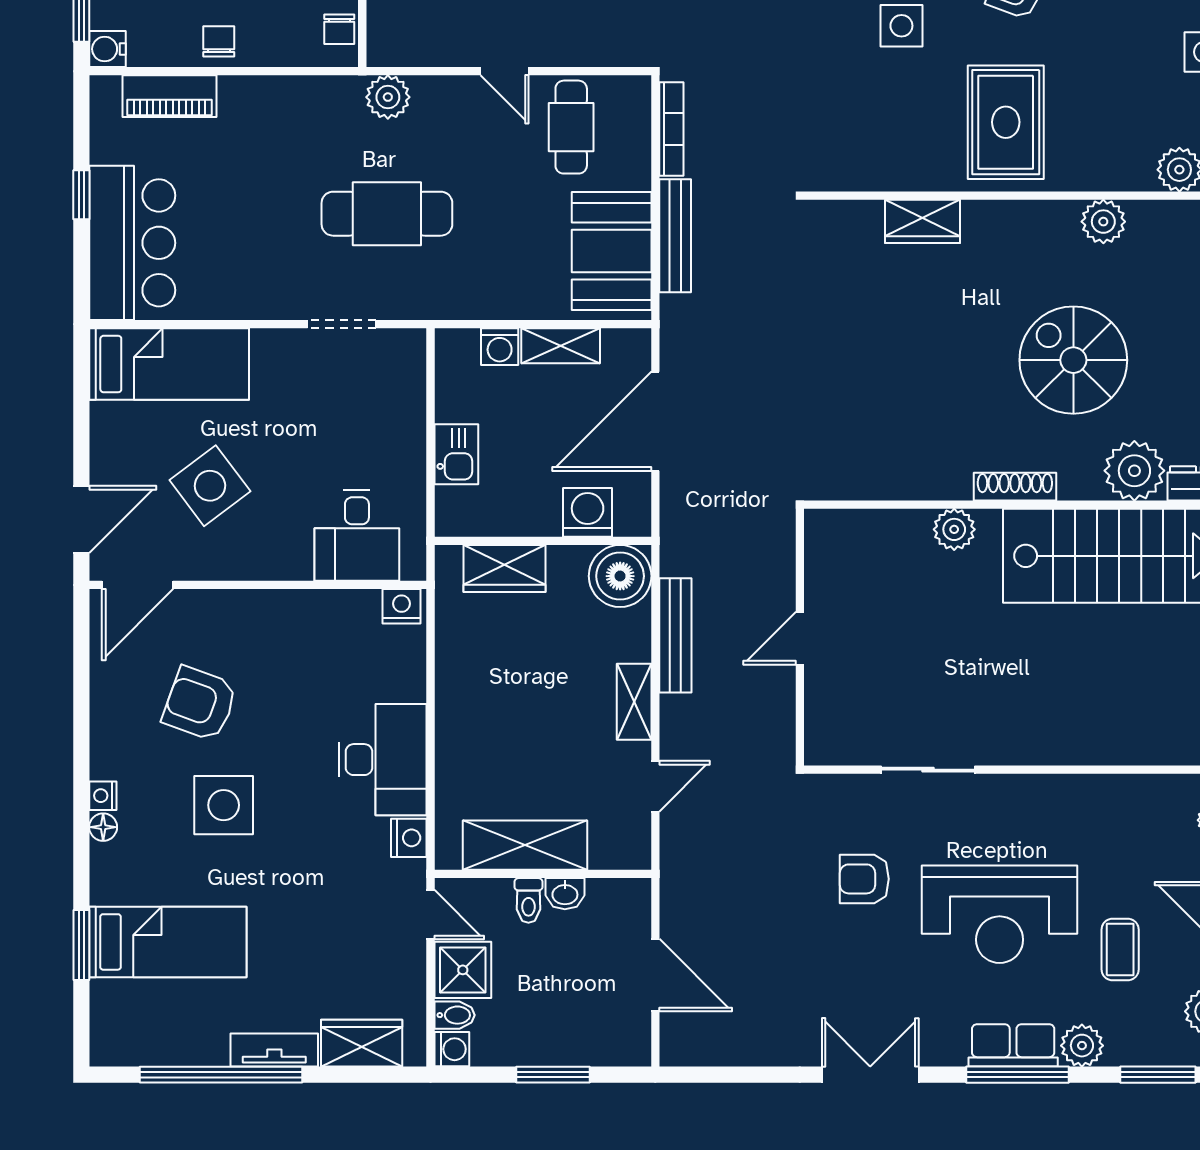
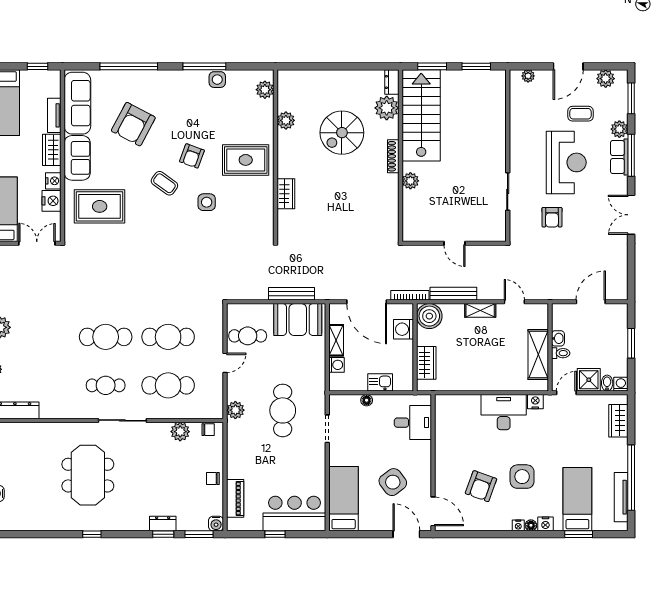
bookcase: (671, 129) -> (410, 295), moved
floor lamp: (412, 421) -> (367, 400), added
nightstand: (402, 606) -> (545, 524), moved, turned -90
tv unit: (274, 1050) -> (621, 497), moved, width x1.41

